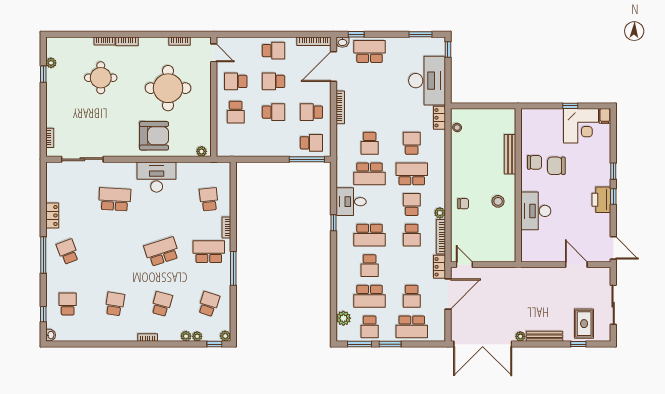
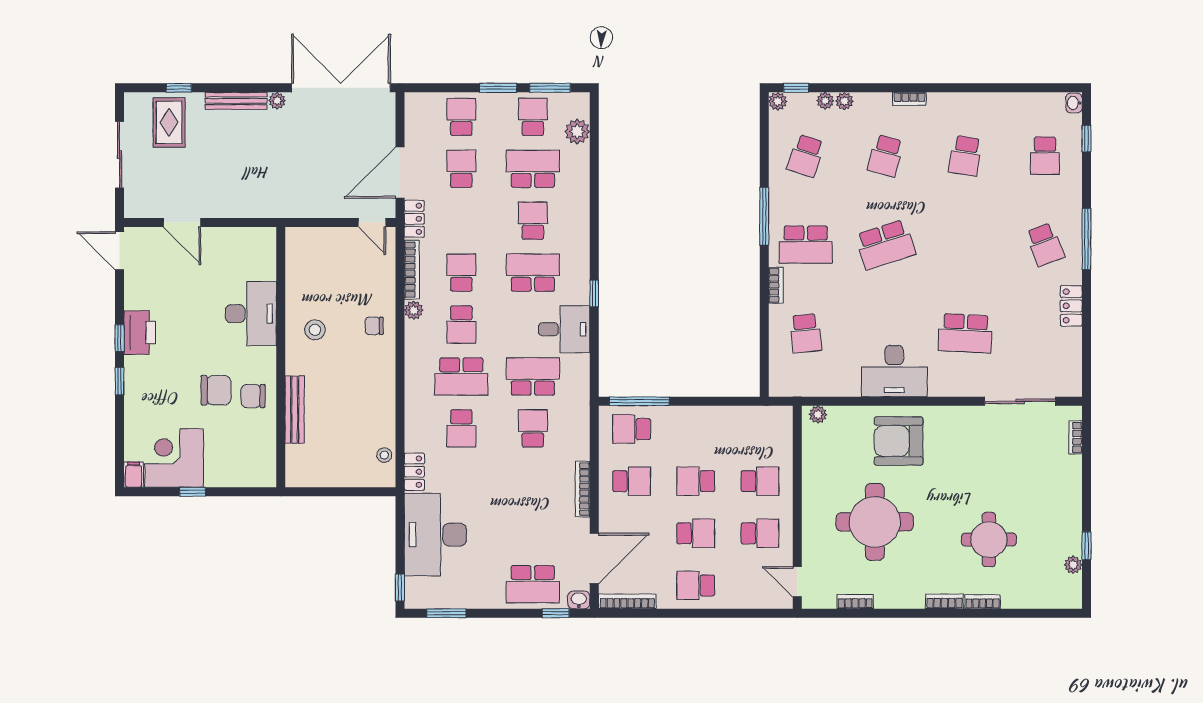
school desk: (236, 112) -> (760, 481), turned 90
school desk: (412, 327) -> (461, 117), width x0.54

